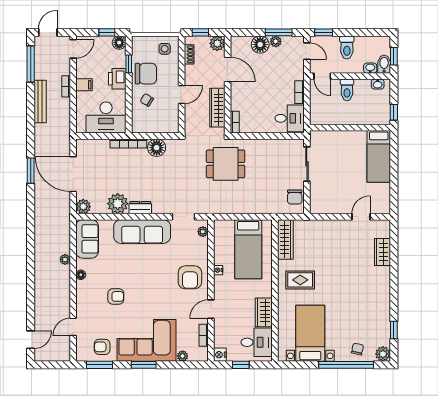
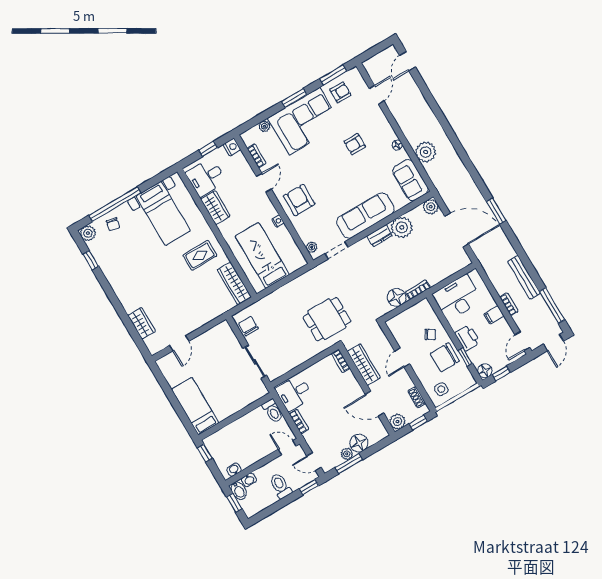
toilet: (347, 90) -> (273, 411), moved, turned 180
bookcase: (128, 143) -> (418, 290), width x0.64
plant: (65, 259) -> (426, 152), width x1.88, depth x1.88

